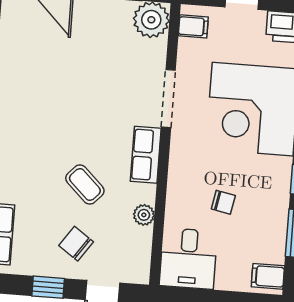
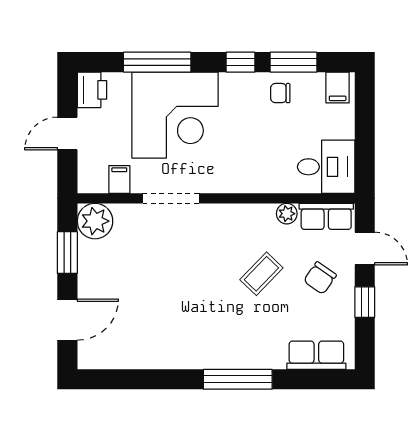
filing cabinet: (193, 26) -> (119, 179), moved
row of seats: (146, 155) -> (326, 216), moved
chair: (223, 202) -> (280, 93), moved, turned -101

